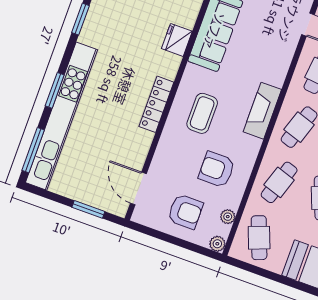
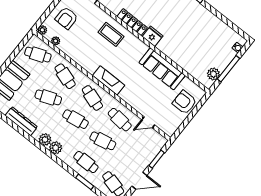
fridge: (177, 40) -> (153, 36), moved
coffee table: (202, 113) -> (111, 34), moved
armchair: (217, 169) -> (84, 44), removed

